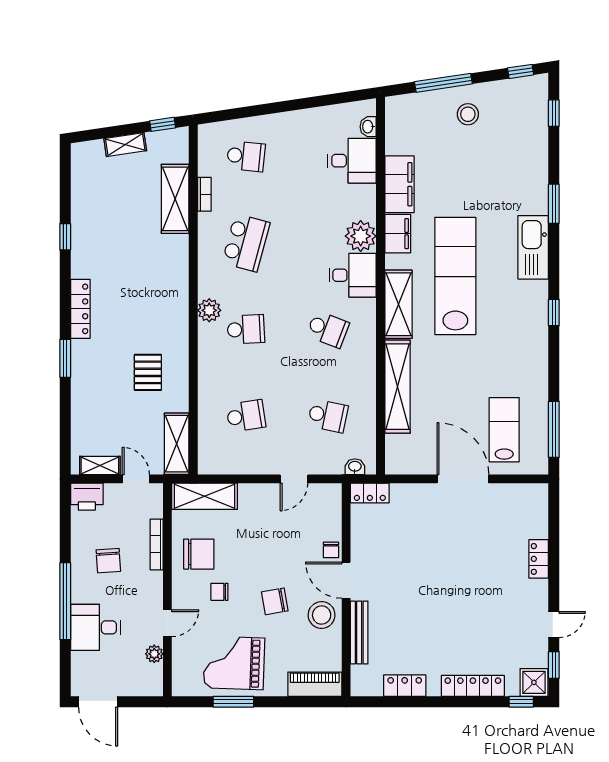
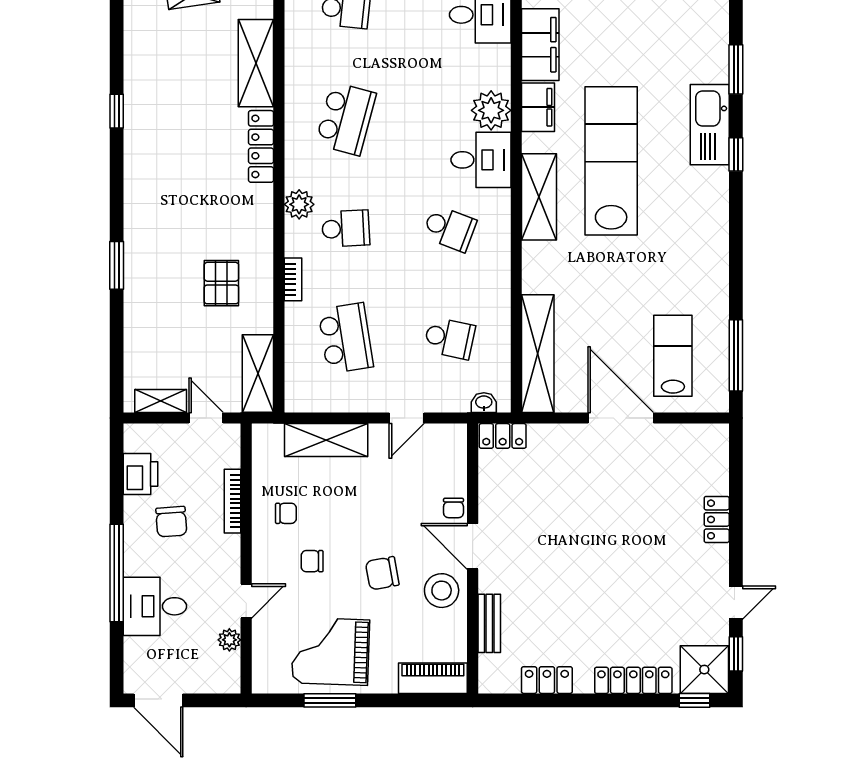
bookcase: (204, 194) -> (293, 279), moved
locker: (80, 309) -> (261, 146), moved, turned 180
window: (554, 312) -> (736, 154), moved
shelving: (398, 387) -> (538, 354), moved
school desk: (246, 416) -> (346, 338), width x1.85
shelving: (204, 496) -> (326, 440), moved
printer: (87, 497) -> (140, 474), moved, turned -90
chair: (199, 554) -> (286, 513), width x0.54, depth x0.54
bench: (359, 633) -> (489, 623), width x0.73
shower: (534, 682) -> (704, 670), width x1.36, depth x1.36

